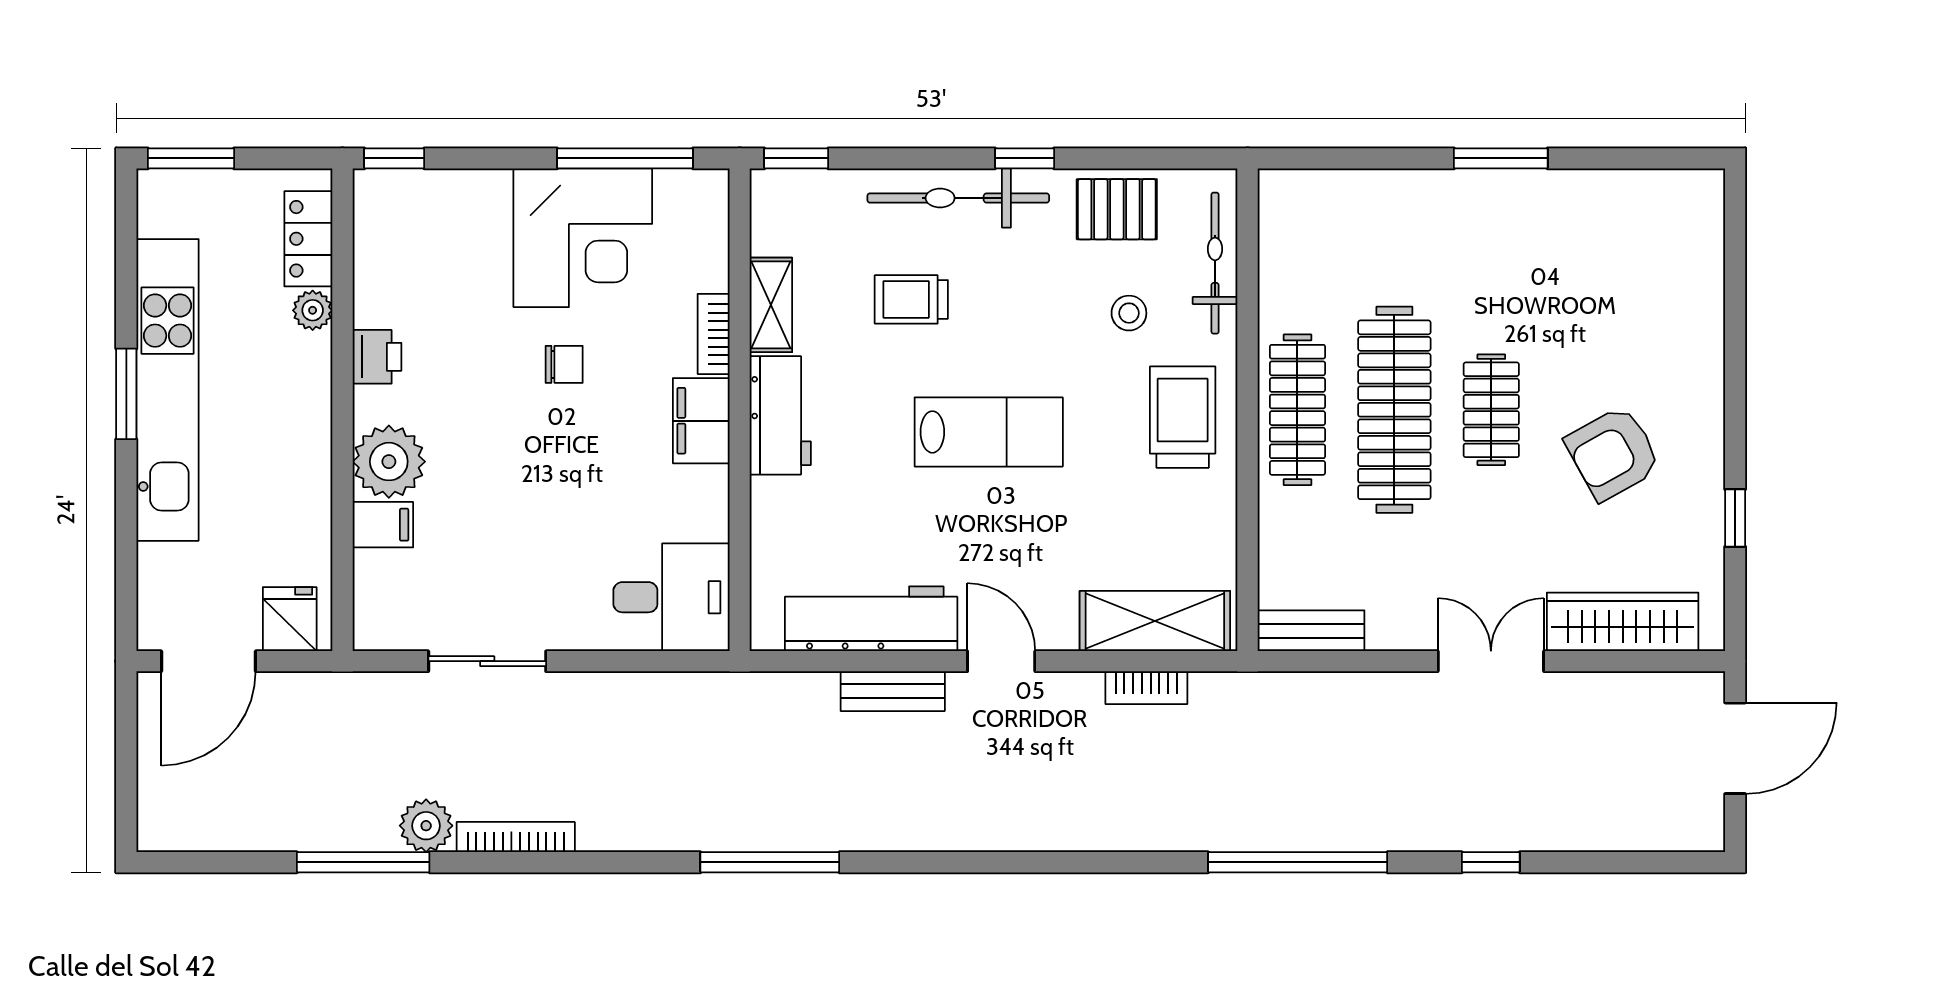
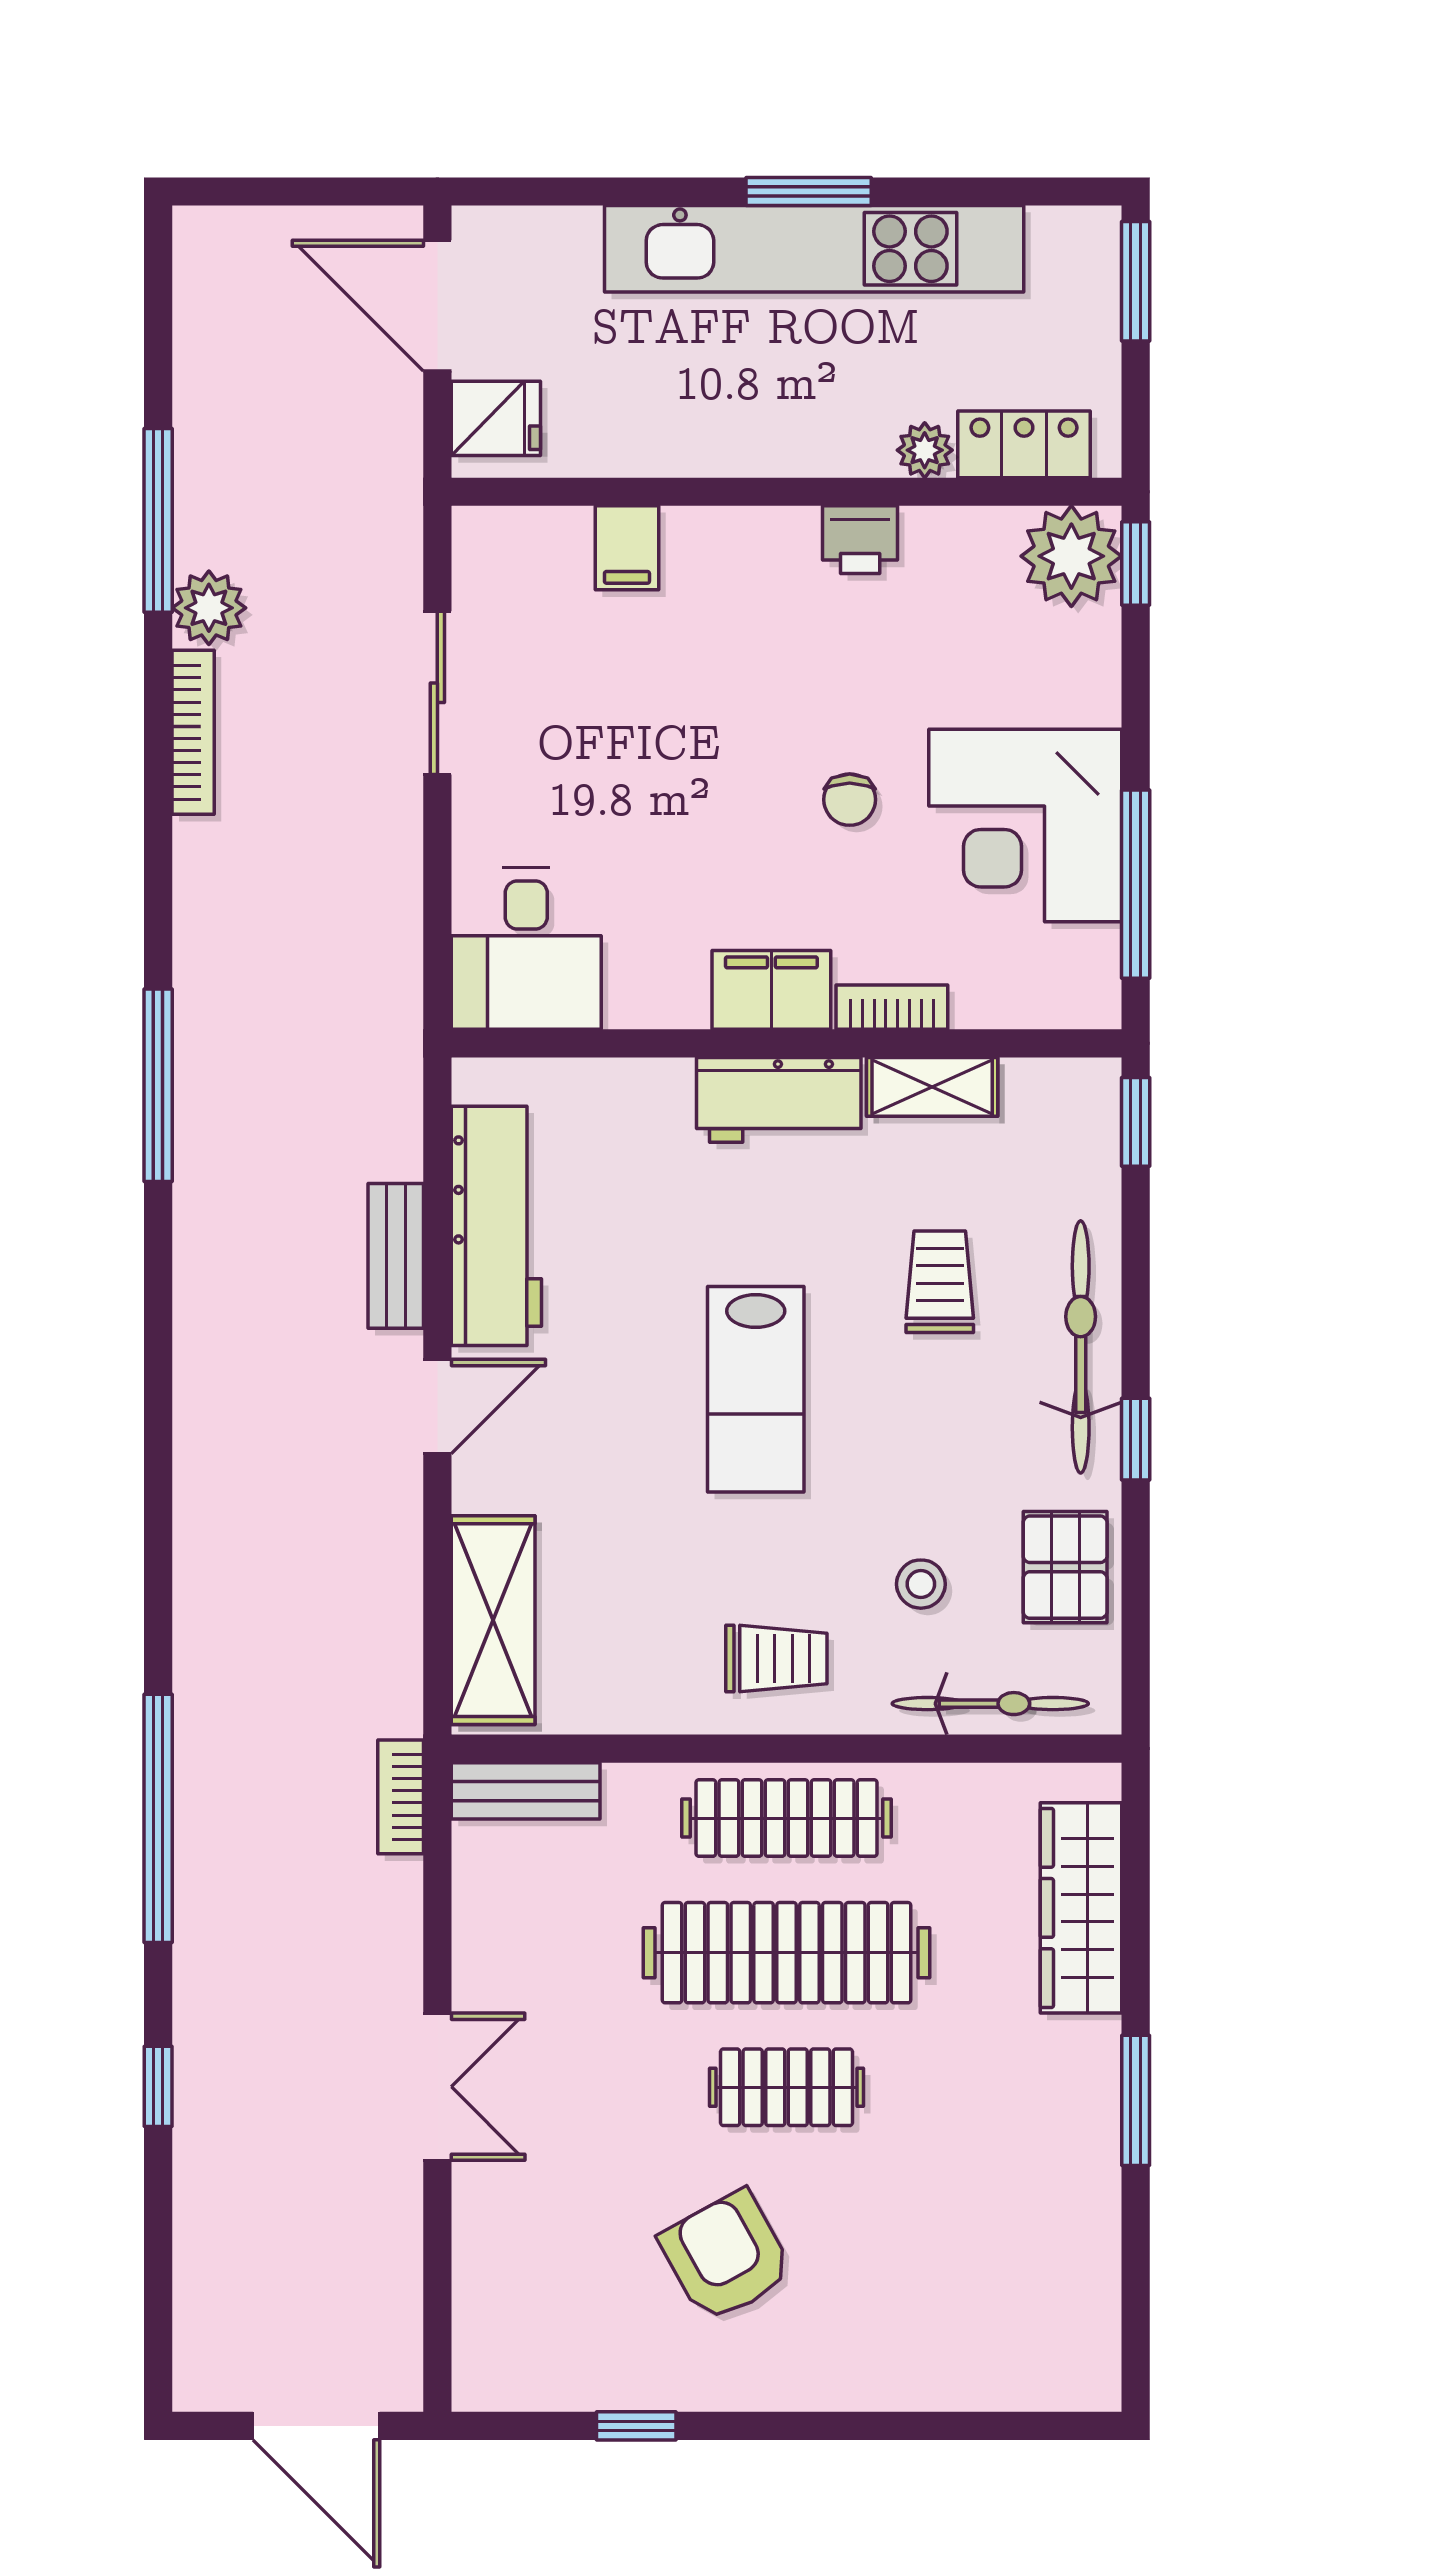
trolley: (1183, 417) -> (776, 1659), width x0.73, depth x0.72
plant: (389, 462) -> (1071, 556), moved
wardrobe: (1623, 622) -> (1081, 1908), moved, turned 180
bench: (1311, 631) -> (526, 1791), moved, turned 90
bookcase: (1146, 688) -> (401, 1797), moved

